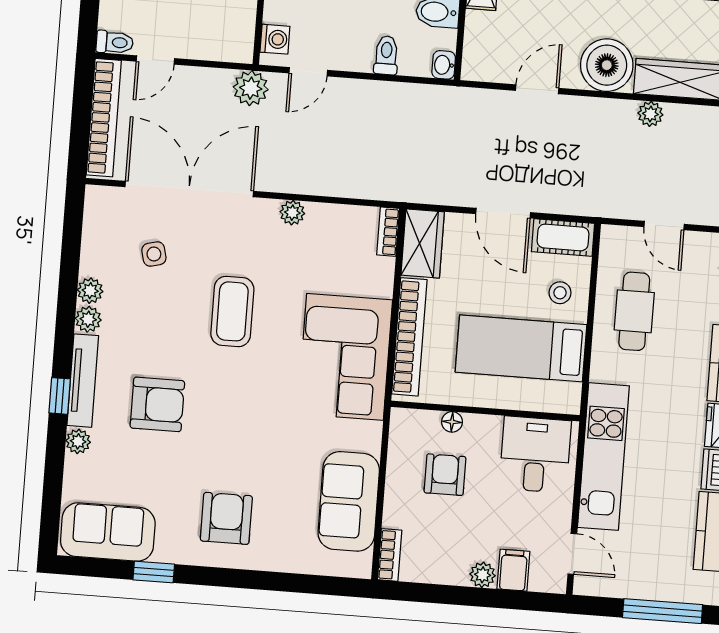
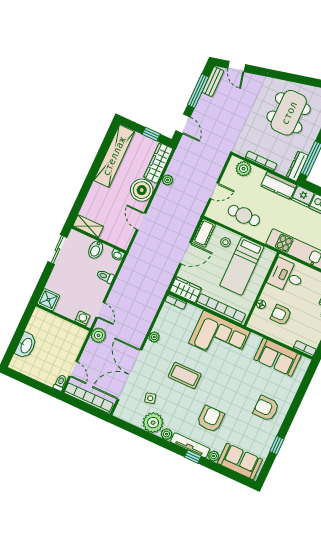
plant: (90, 291) -> (153, 423), width x1.87, depth x1.87
sofa: (108, 532) -> (240, 461), moved, turned 90

